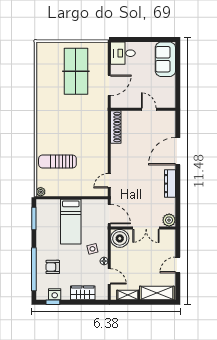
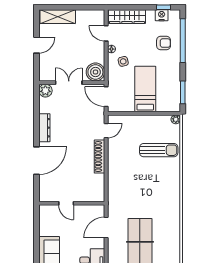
shoe rack: (116, 127) -> (100, 157), moved
wardrobe: (83, 293) -> (127, 17), width x1.50
shelving: (128, 295) -> (87, 14), removed

